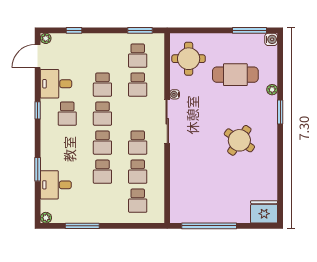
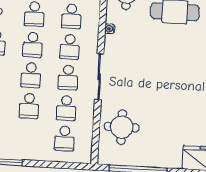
school desk: (138, 114) -> (70, 47), added
sliding door: (167, 121) -> (99, 77), moved
round table: (239, 140) -> (122, 127), moved, turned -34

